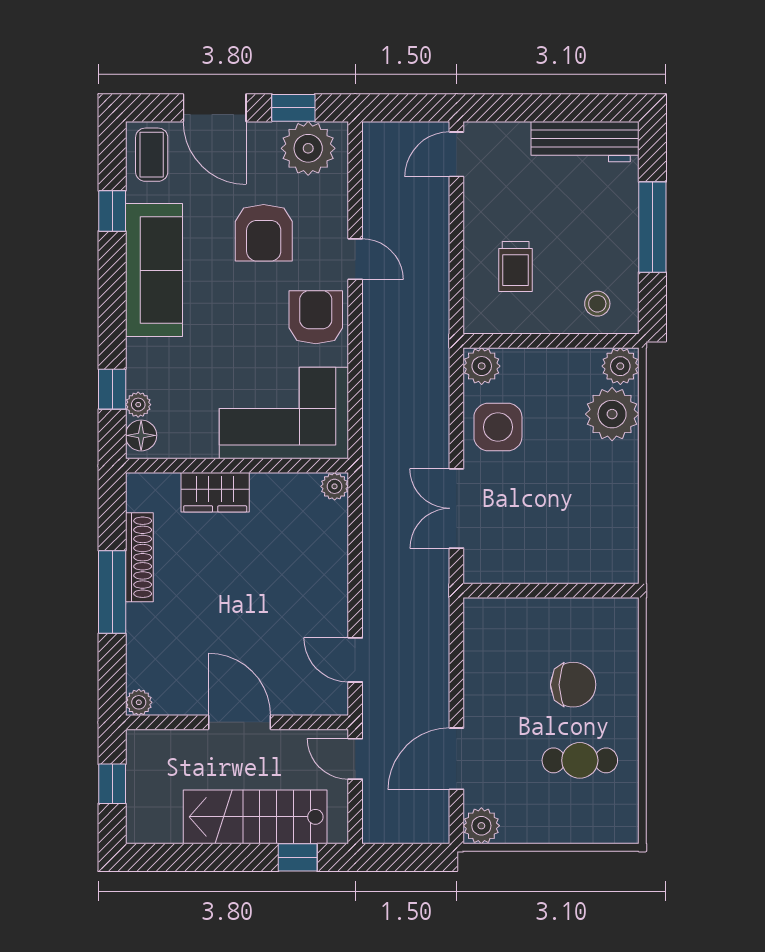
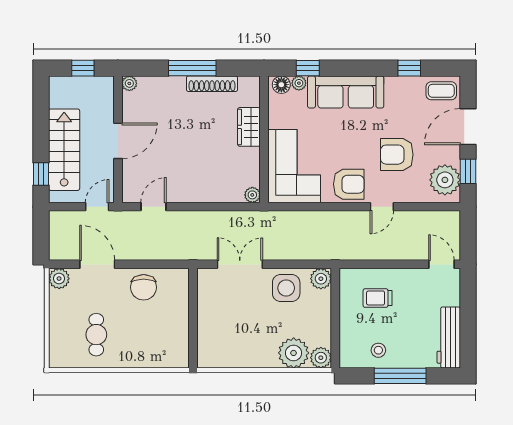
sofa: (154, 270) -> (346, 92), moved
stool: (597, 304) -> (378, 350), moved
chair: (573, 685) -> (144, 287), moved

